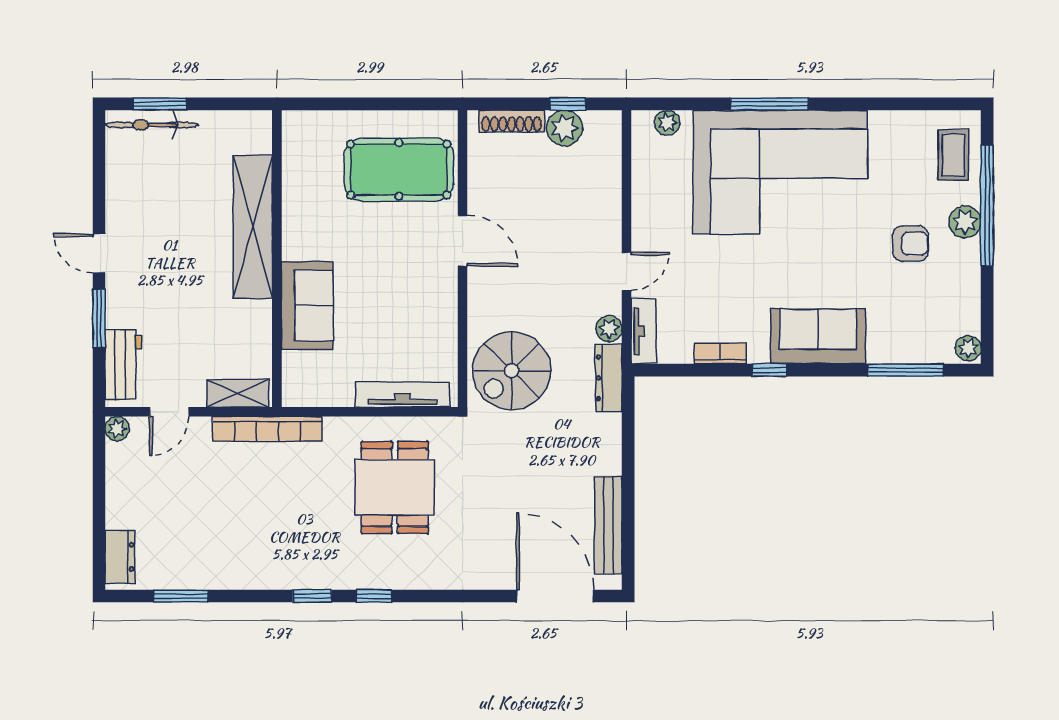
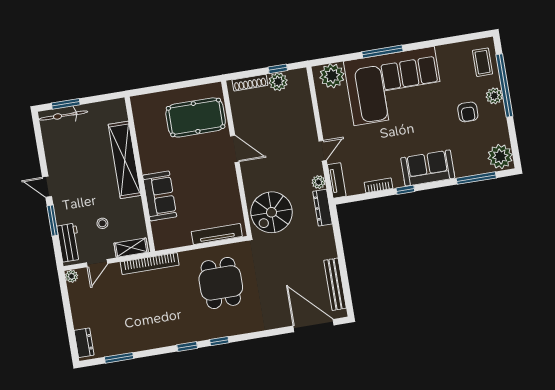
plant: (667, 123) -> (332, 76), width x1.88, depth x1.88
armchair: (910, 244) -> (468, 112), turned 90
stool: (191, 339) -> (102, 223), added
plant: (968, 348) -> (500, 156), width x1.88, depth x1.88

